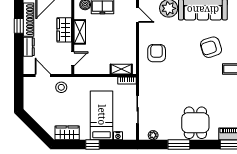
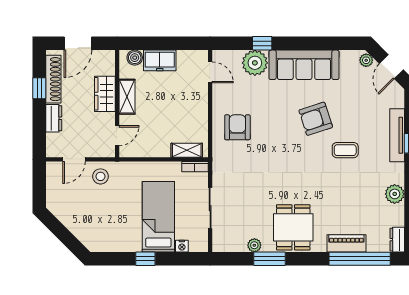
door: (43, 75) -> (74, 159), swing flipped
wardrobe: (67, 133) -> (109, 242), removed
plant: (153, 135) -> (254, 245), moved

